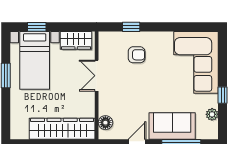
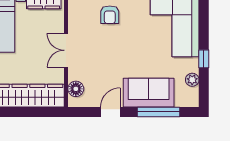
armchair: (137, 55) -> (110, 15), turned 90
double door: (97, 76) -> (66, 50), moved

